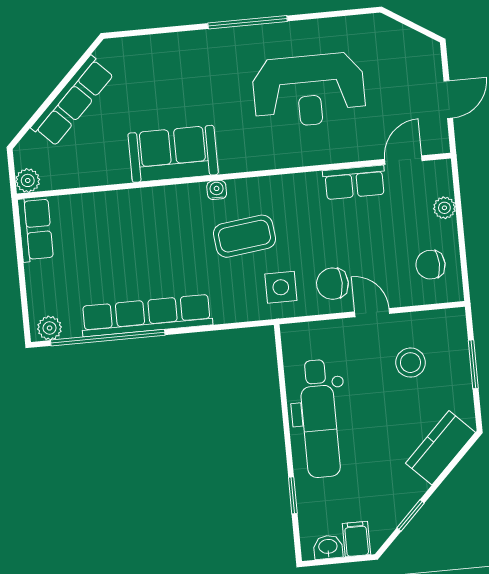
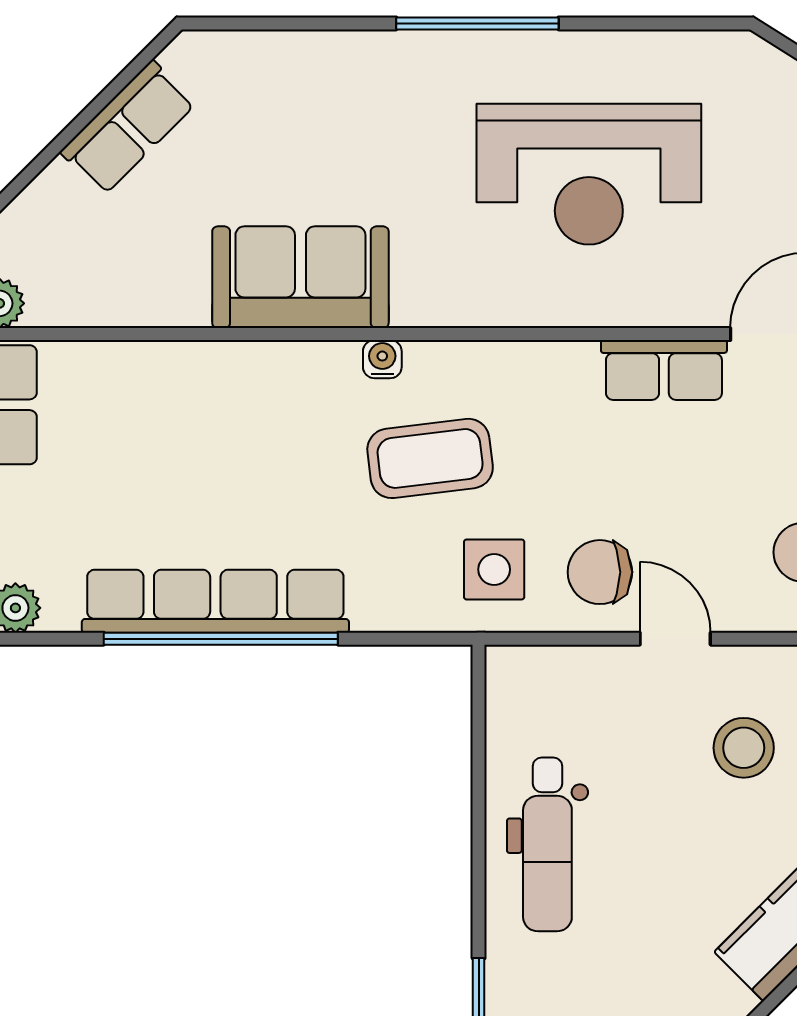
row of seats: (72, 101) -> (128, 128), width x0.68
window: (108, 338) -> (221, 639), moved
dental chair: (319, 419) -> (547, 844), width x0.73, depth x0.72

